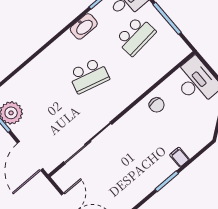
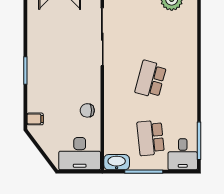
washbasin: (84, 26) -> (117, 162), moved, turned 90
filing cabinet: (179, 157) -> (35, 119), moved

